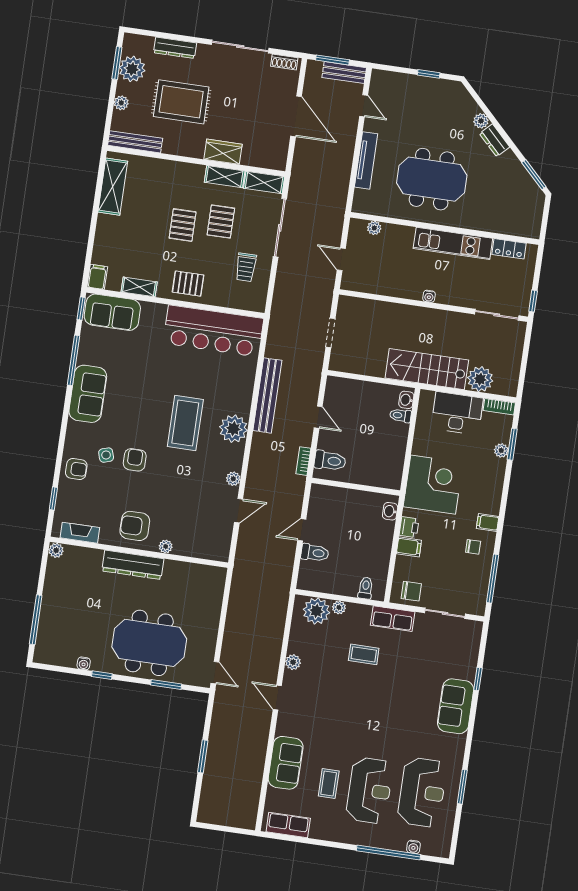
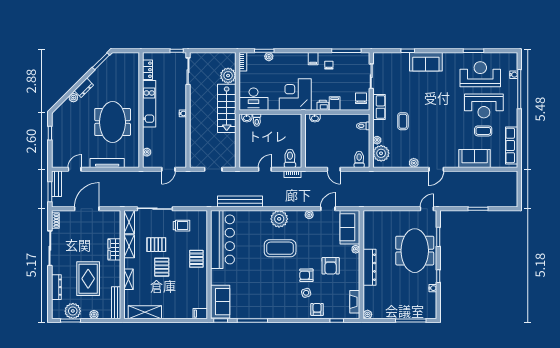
pallet: (183, 225) -> (162, 267), turned 90
shelving: (139, 287) -> (129, 279), moved
sofa: (88, 394) -> (350, 227), moved, turned -90
bench: (267, 395) -> (240, 201), moved
desk: (457, 413) -> (254, 99), moved, turned -90
door: (239, 511) -> (328, 209), hinge flipped
armchair: (135, 526) -> (331, 266), moved
toilet: (315, 553) -> (359, 159), moved
reception desk: (369, 790) -> (484, 106), turned 180
row of seats: (288, 825) -> (512, 145), width x1.48

